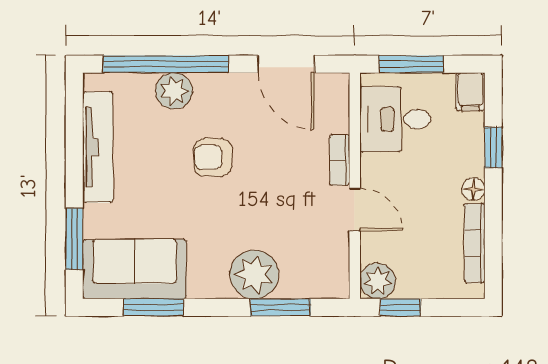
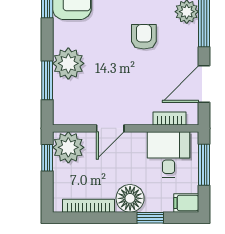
bookcase: (339, 160) -> (170, 118), moved
floor lamp: (473, 189) -> (130, 198), width x1.89, depth x1.89
plant: (378, 281) -> (68, 147), width x1.36, depth x1.36

